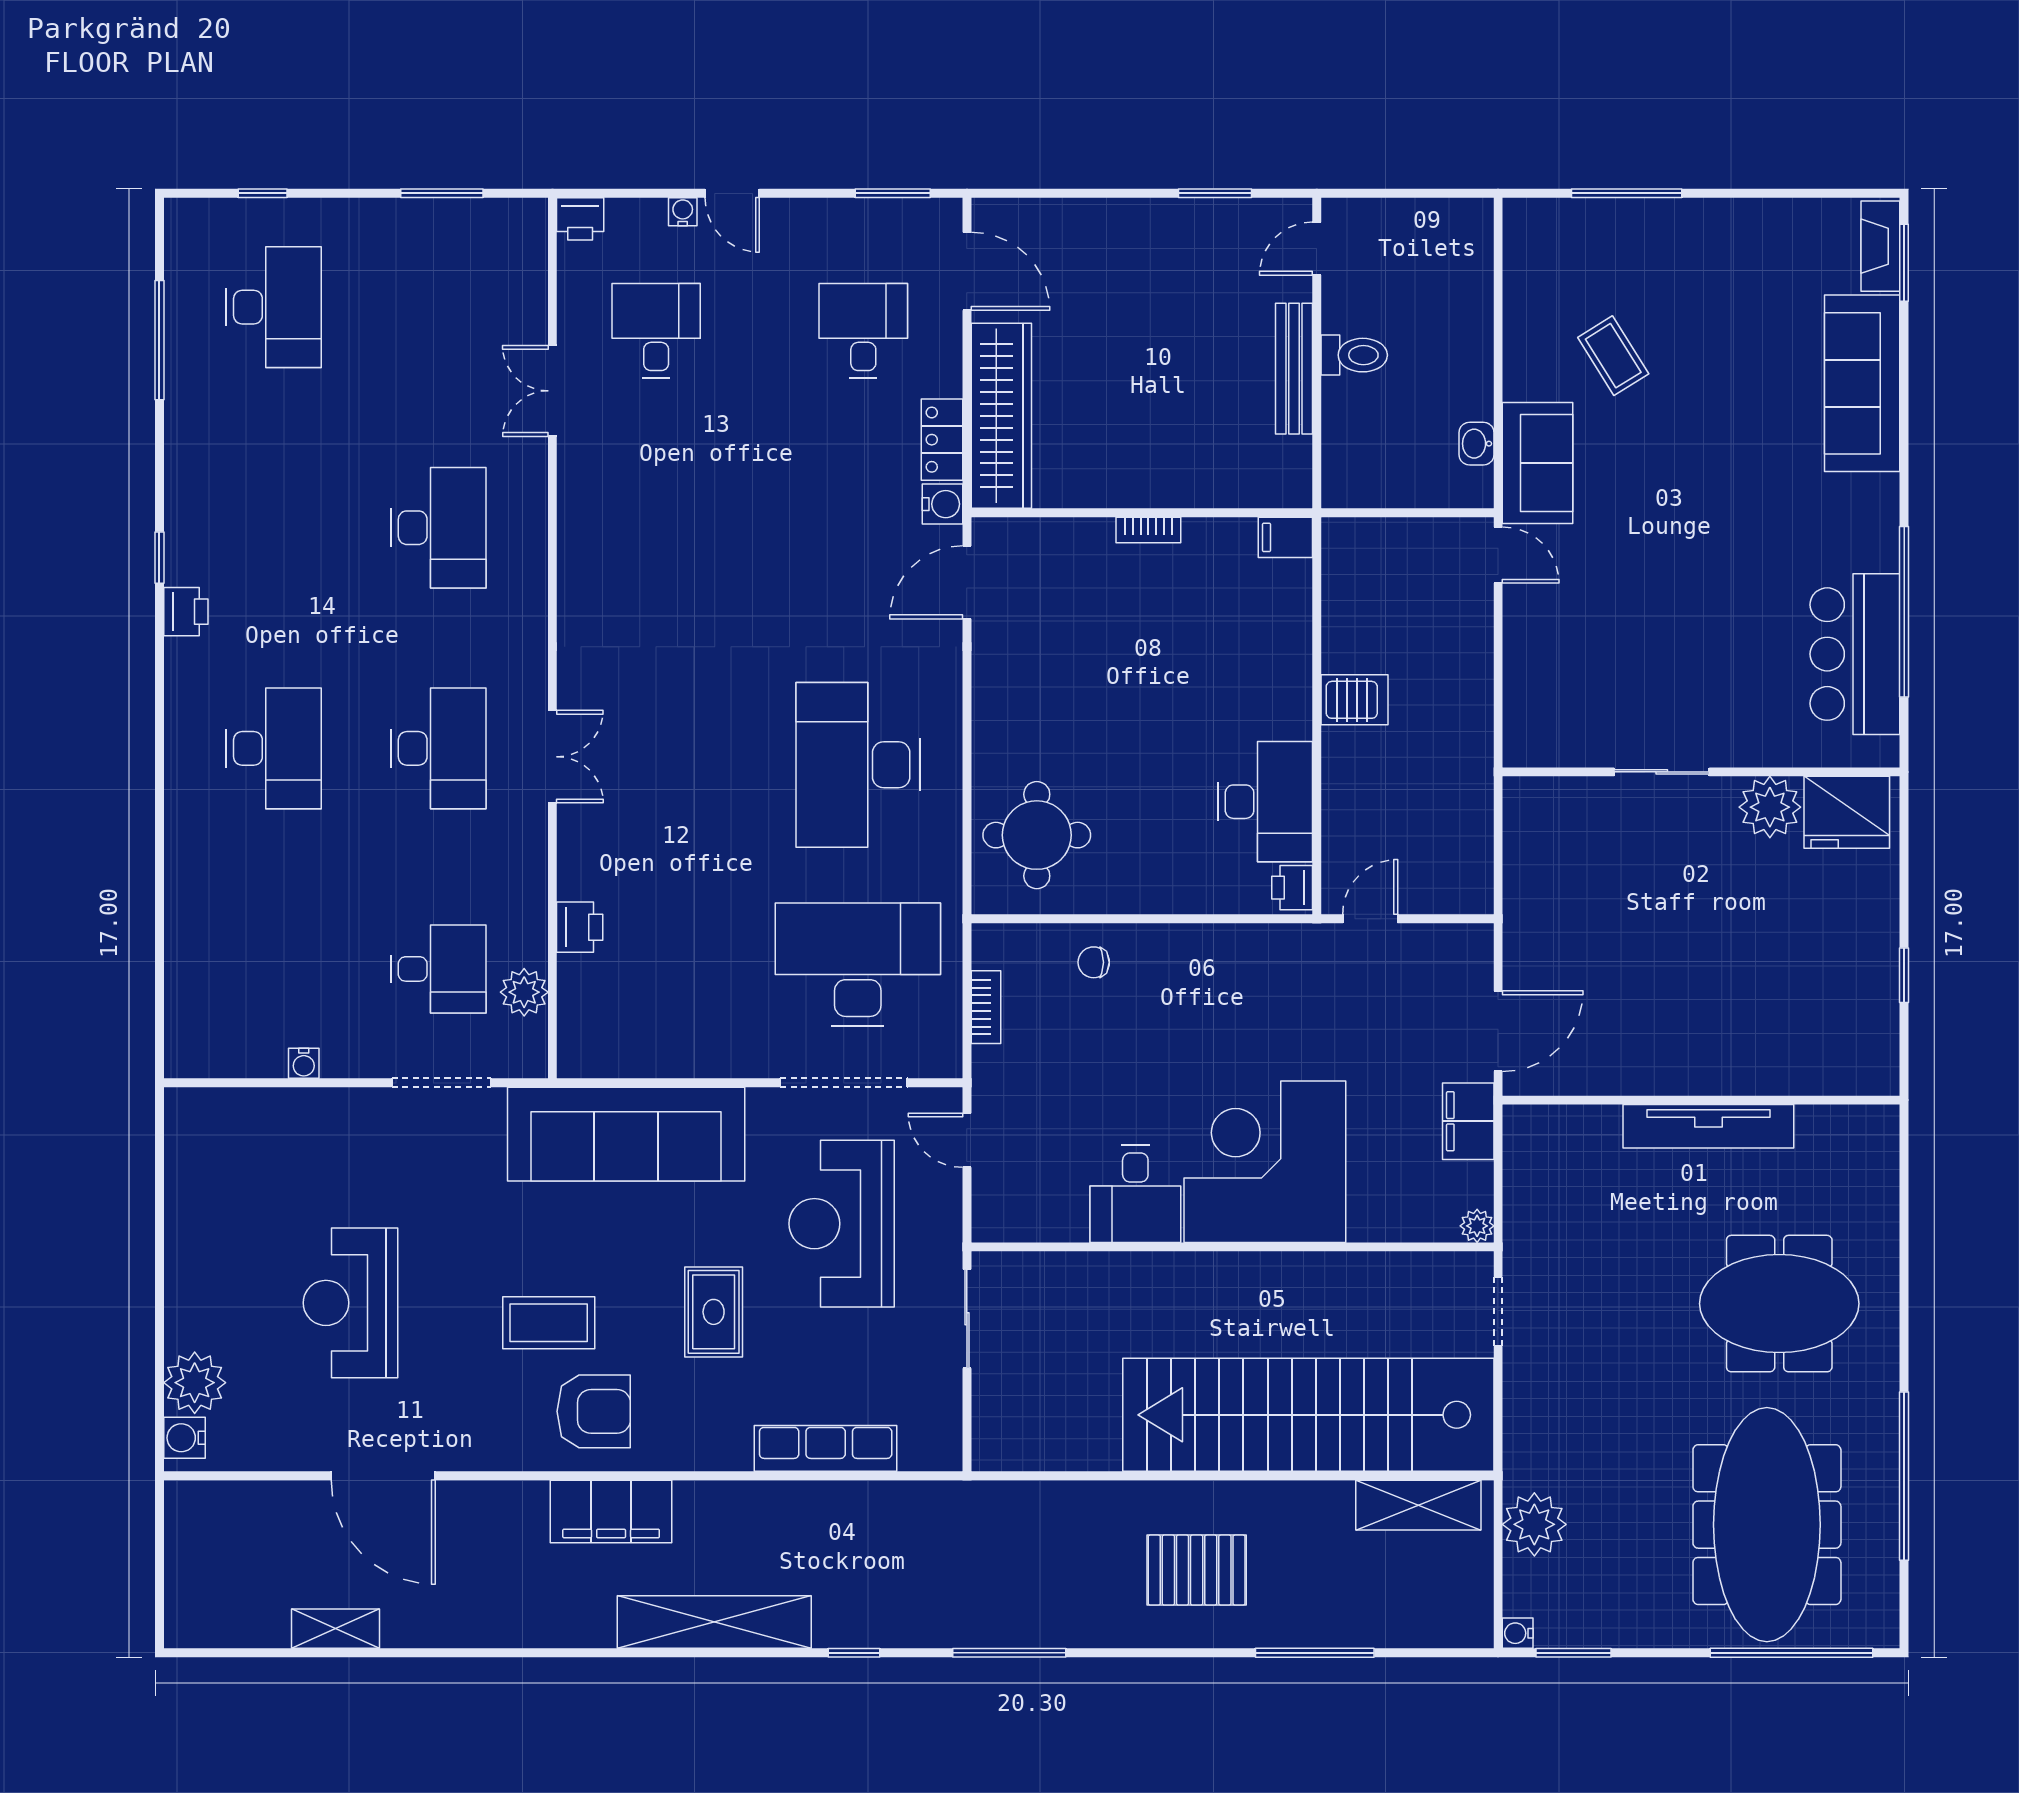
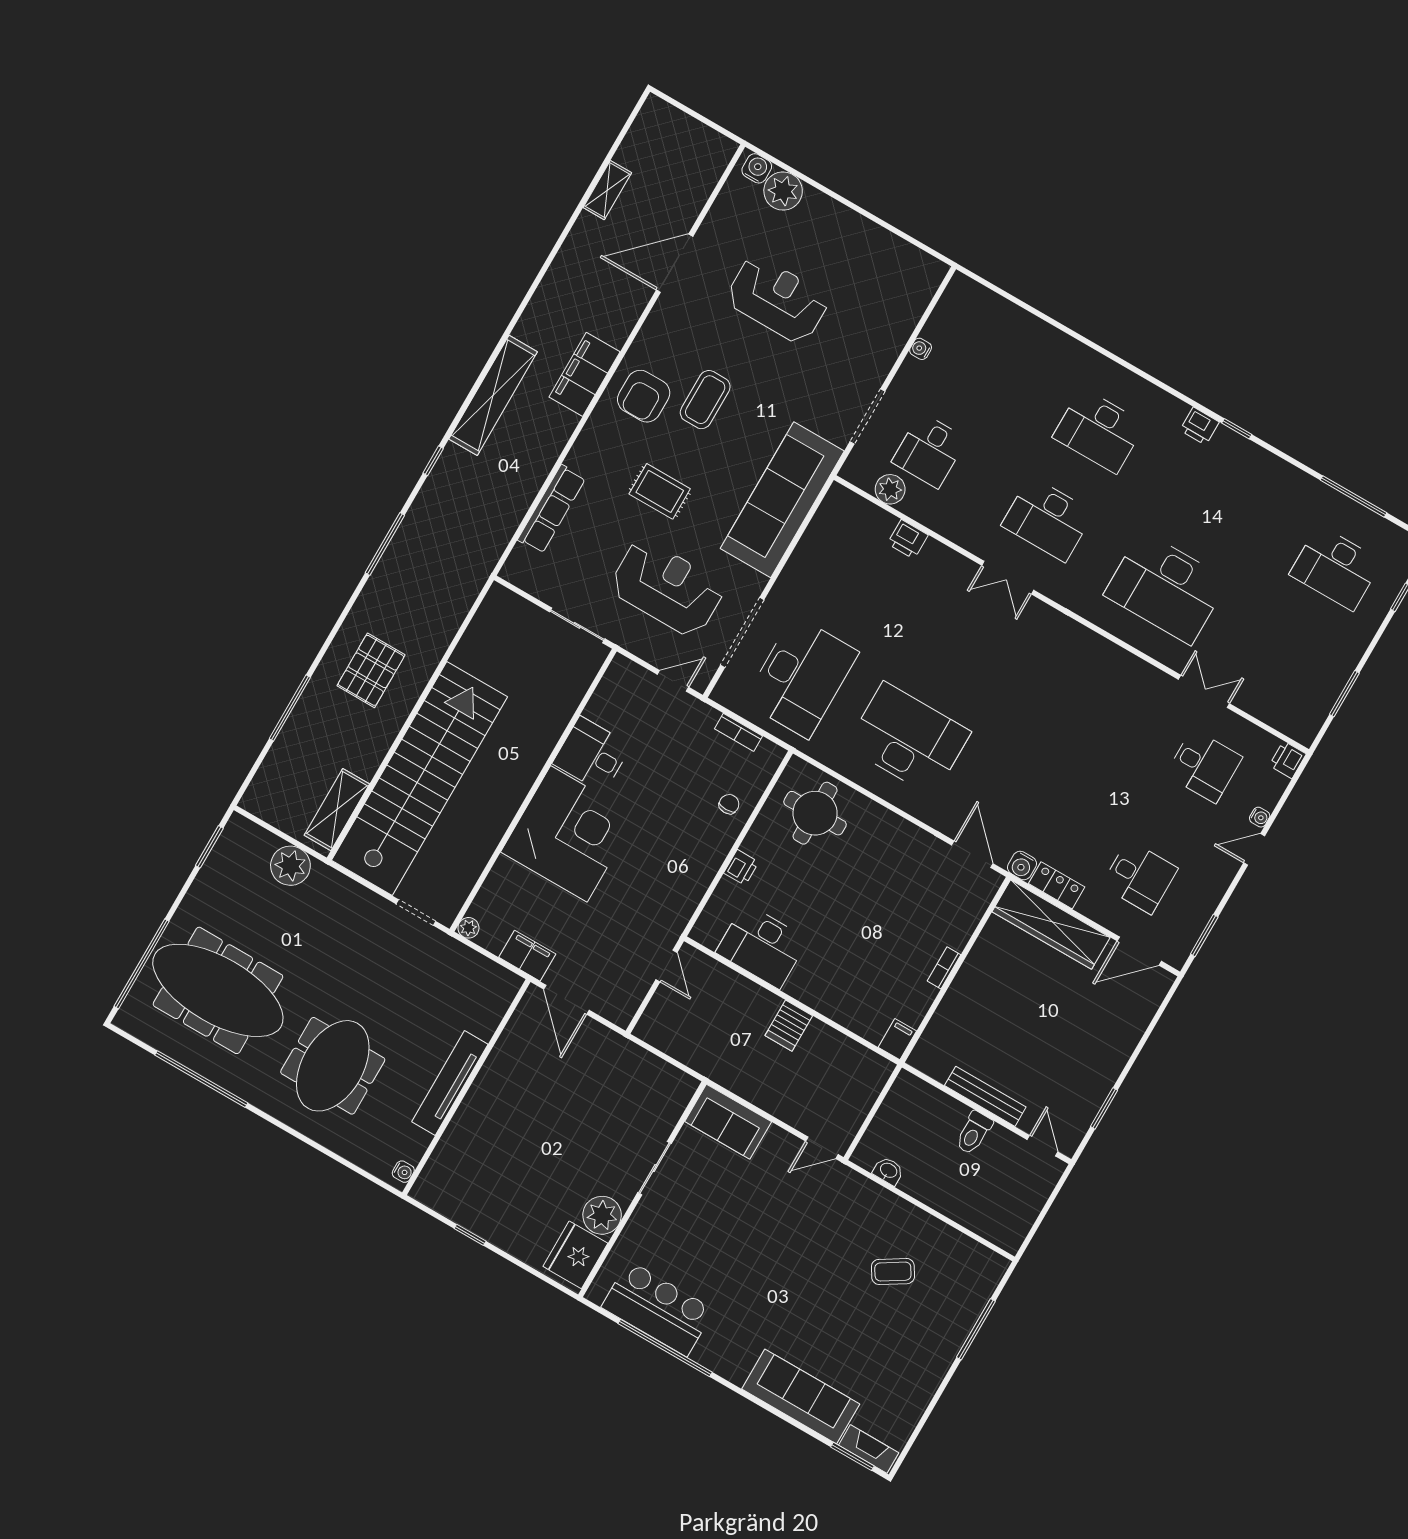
sofa: (1538, 463) -> (728, 1122), moved
desk: (438, 528) -> (1166, 588), width x1.36, depth x1.30
printer: (1292, 888) -> (741, 867), moved, turned 90
water cooler: (1518, 1633) -> (403, 1172), moved, turned 90

